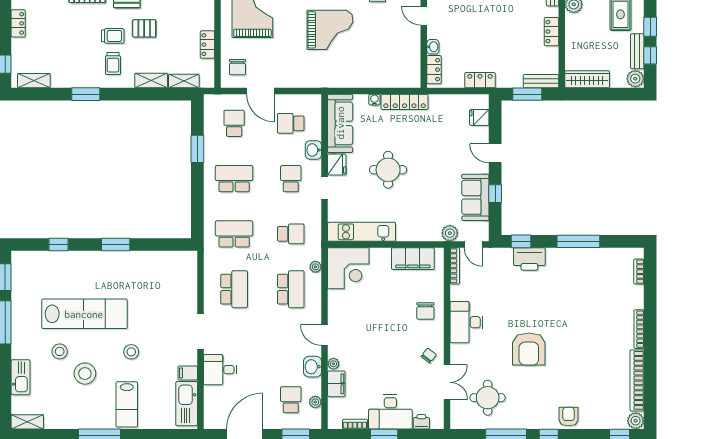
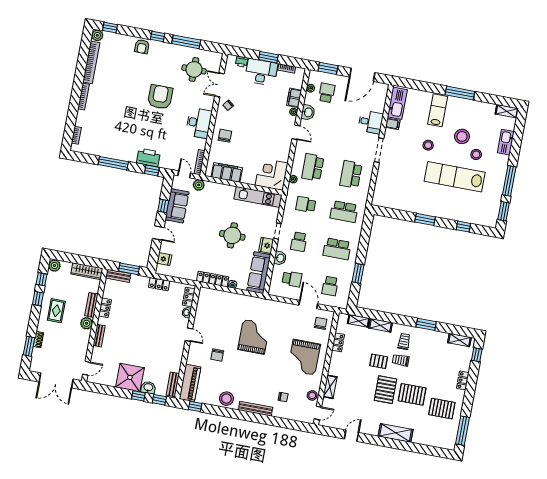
grand piano: (330, 30) -> (254, 337), turned 90
bench: (637, 51) -> (91, 305), moved
school desk: (291, 400) -> (327, 93), turned 180

